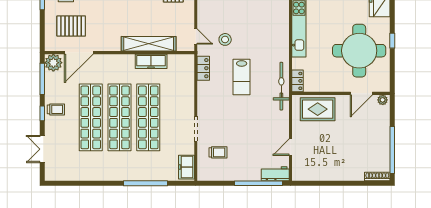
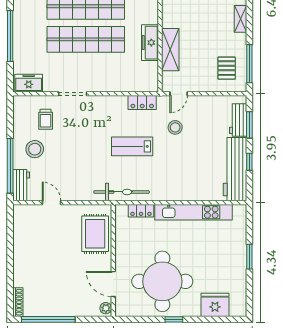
shelving: (149, 44) -> (170, 50), width x0.68
locker: (298, 81) -> (141, 211), moved
stool: (244, 162) -> (35, 149), added

